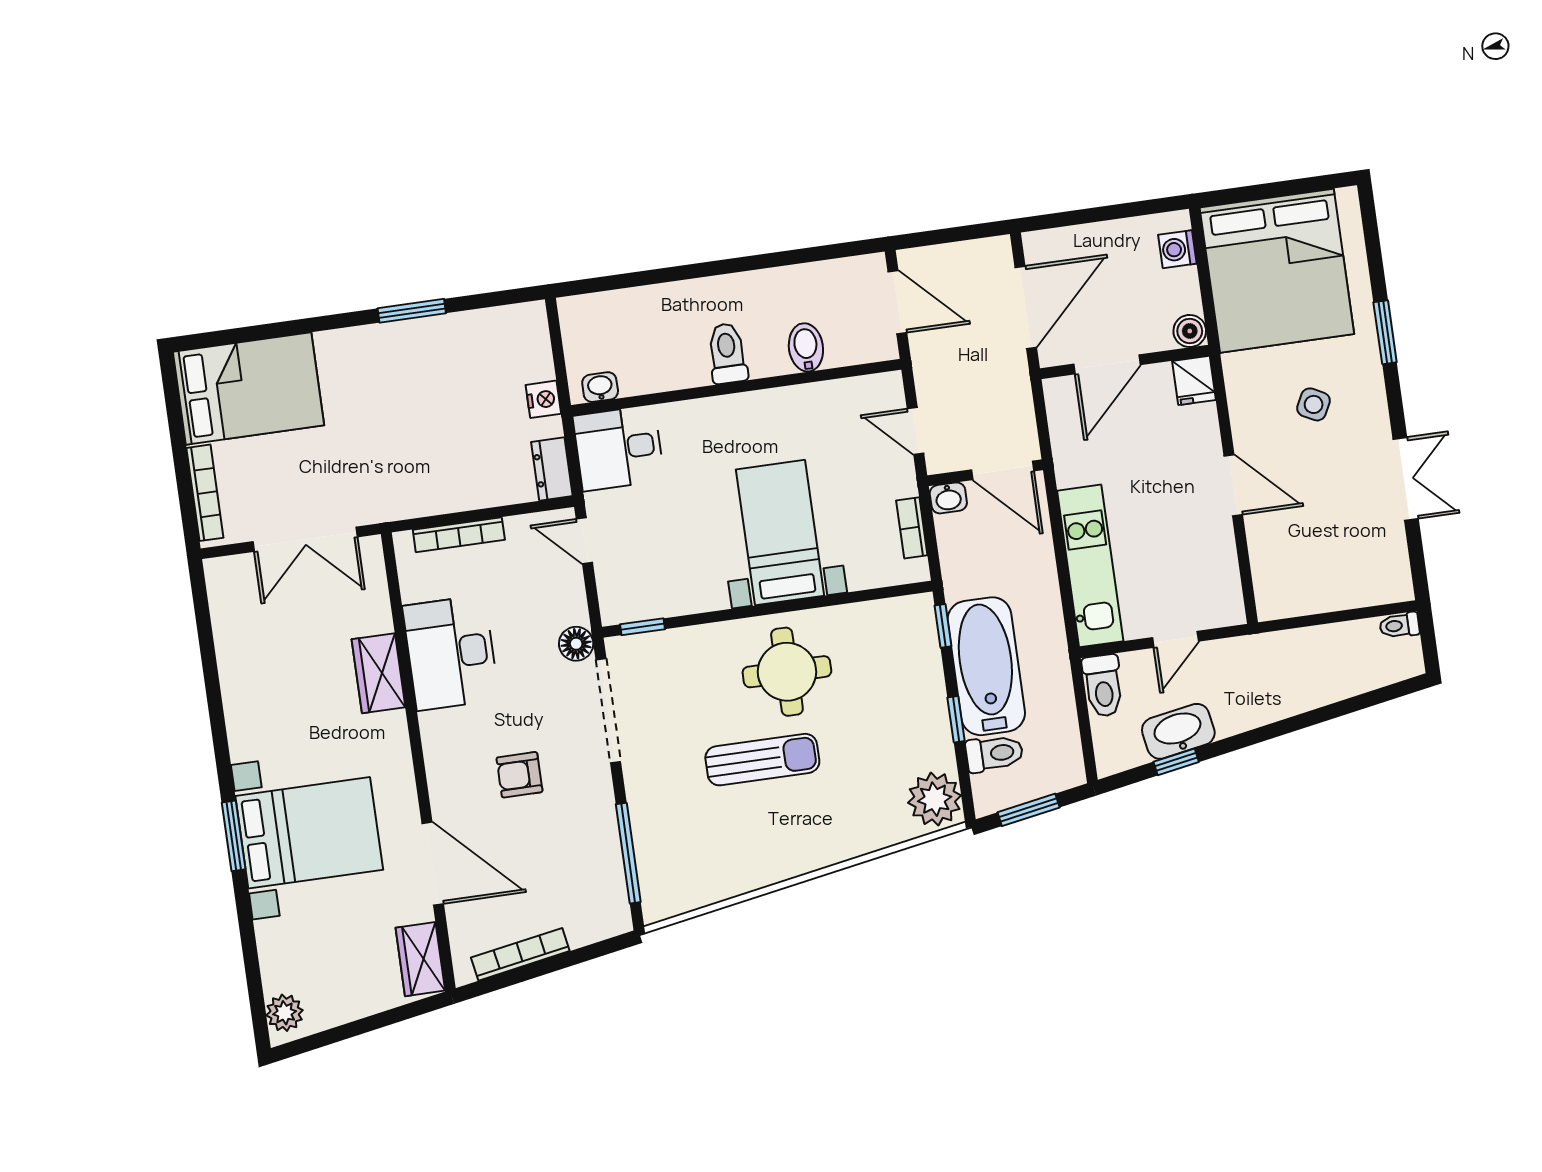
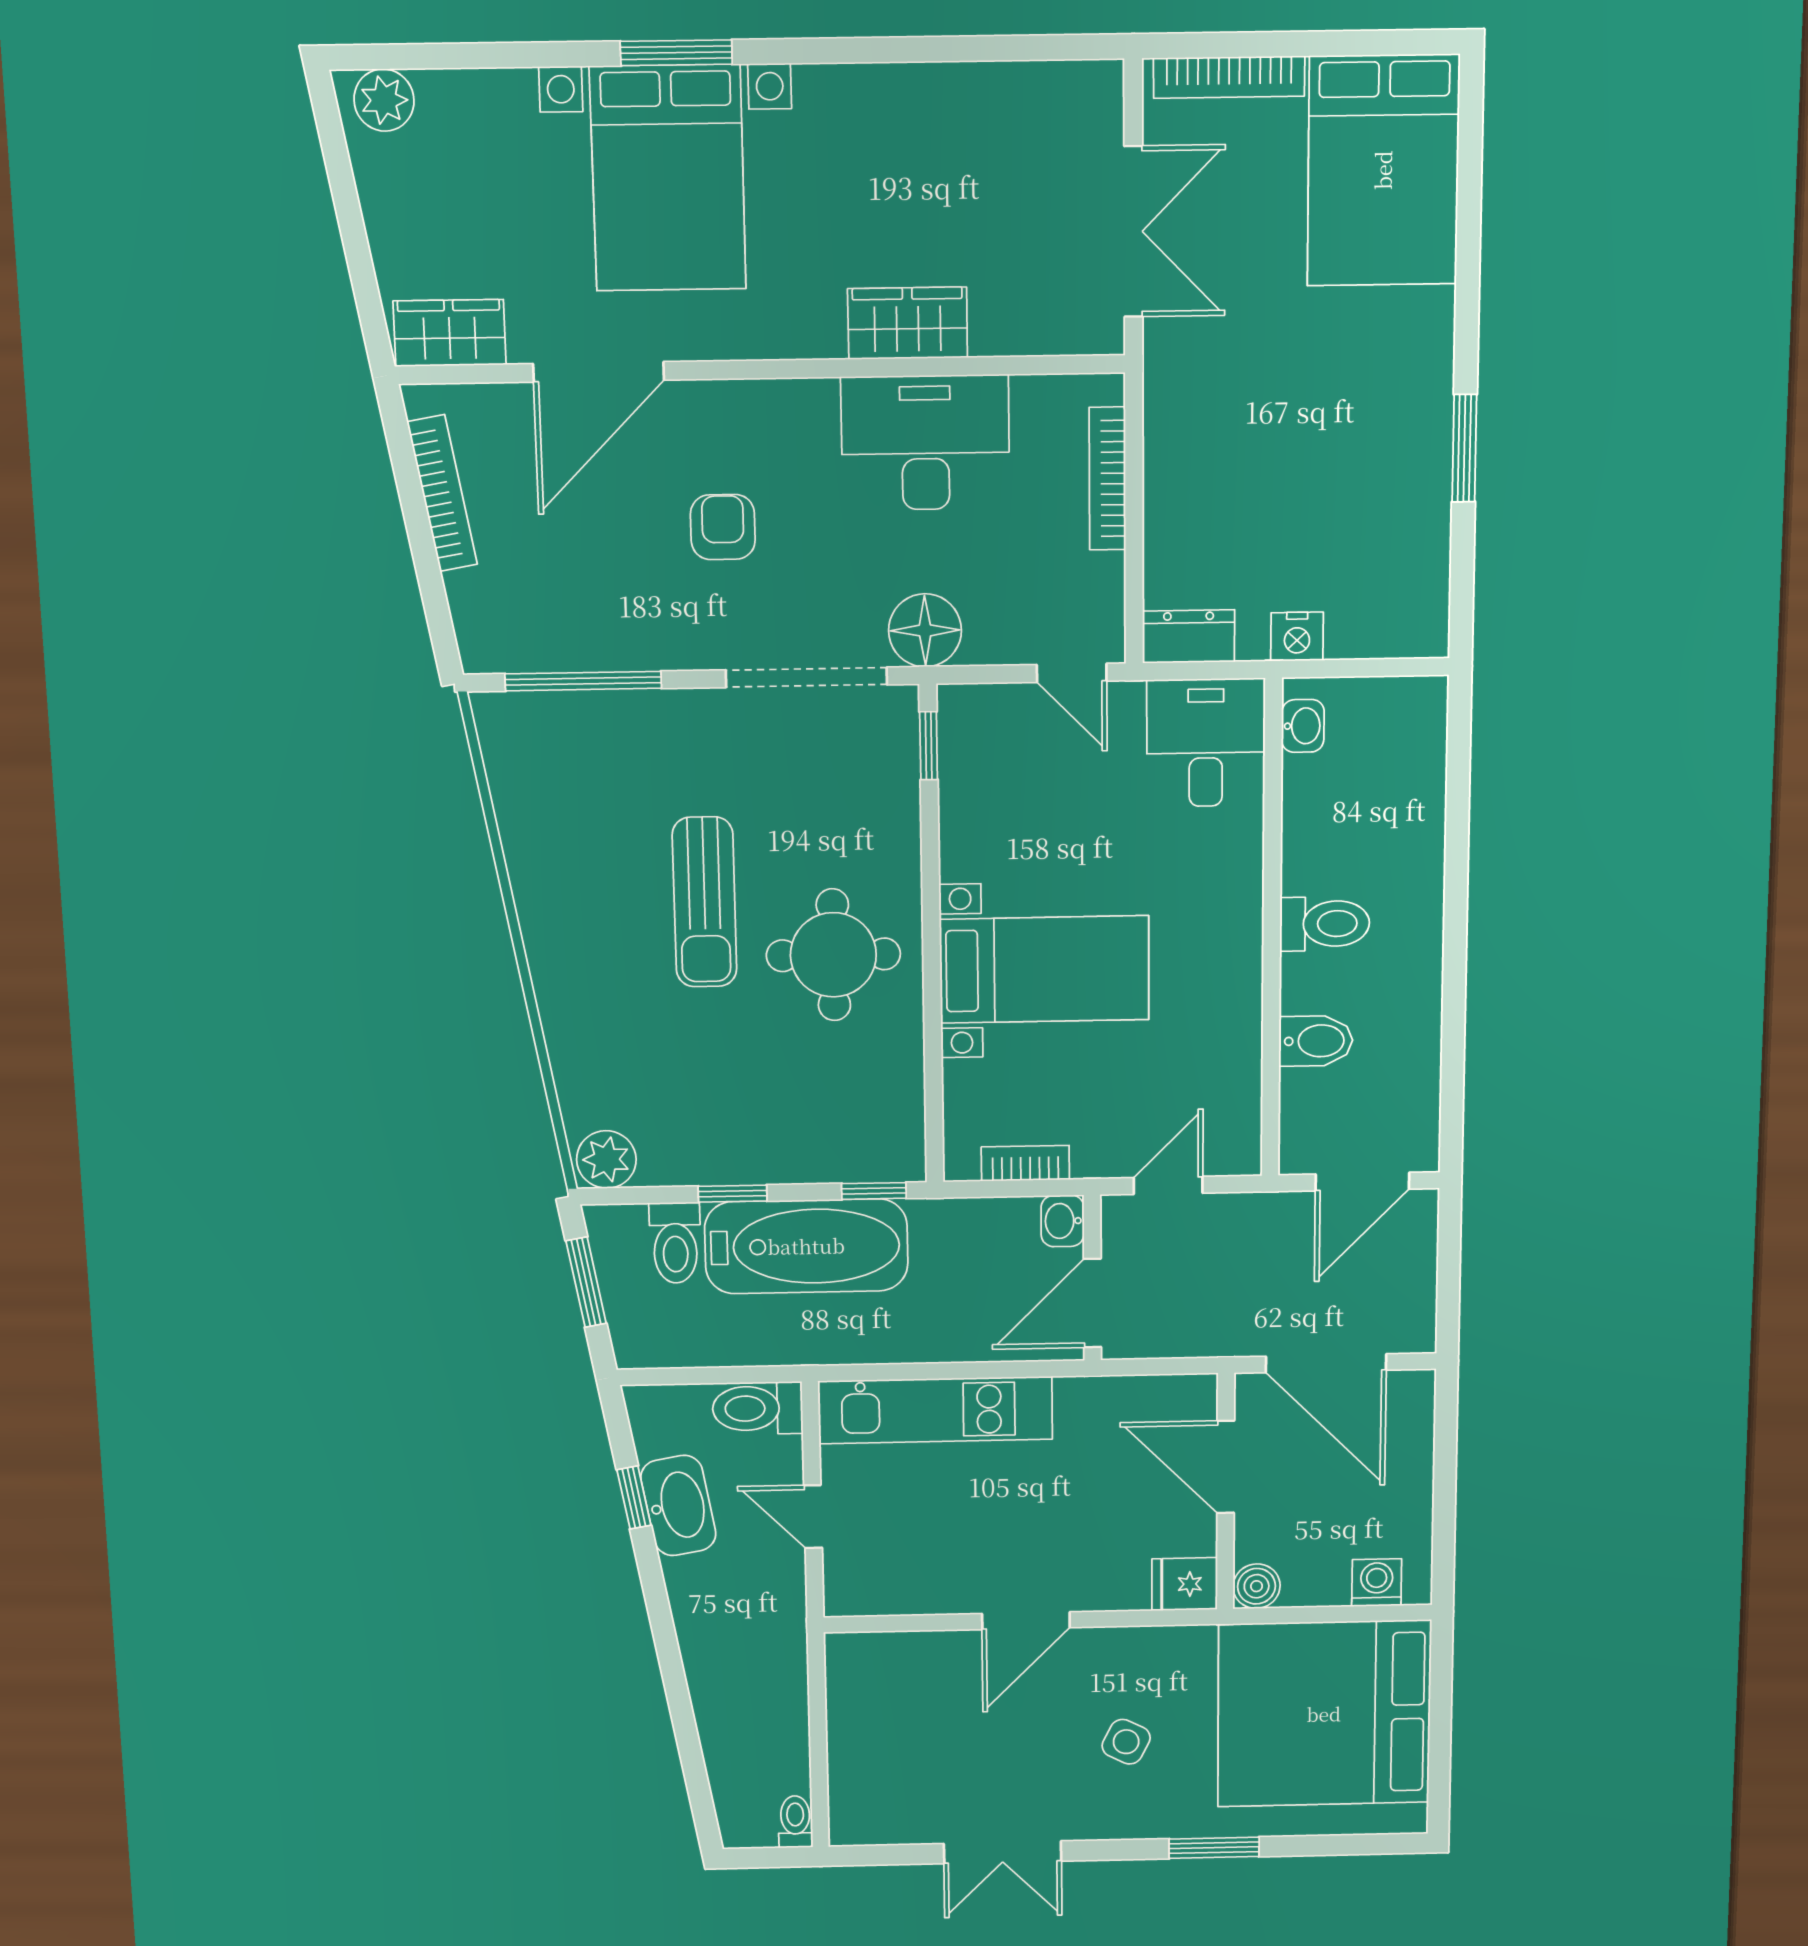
double door: (305, 539) -> (1133, 232), swing flipped
door: (584, 541) -> (1072, 673), swing flipped
floor lamp: (576, 644) -> (925, 630), width x1.38, depth x1.38
plant: (935, 799) -> (606, 1159), width x0.73, depth x0.73

